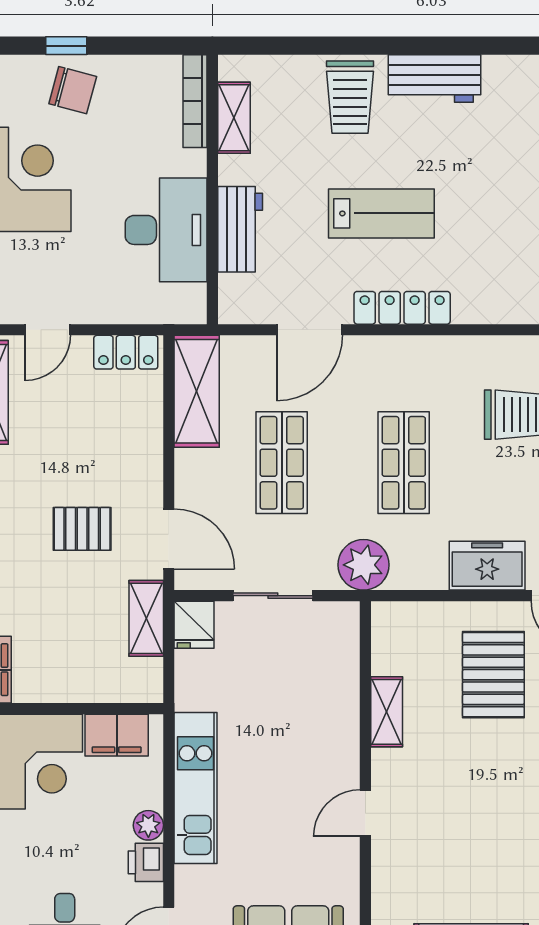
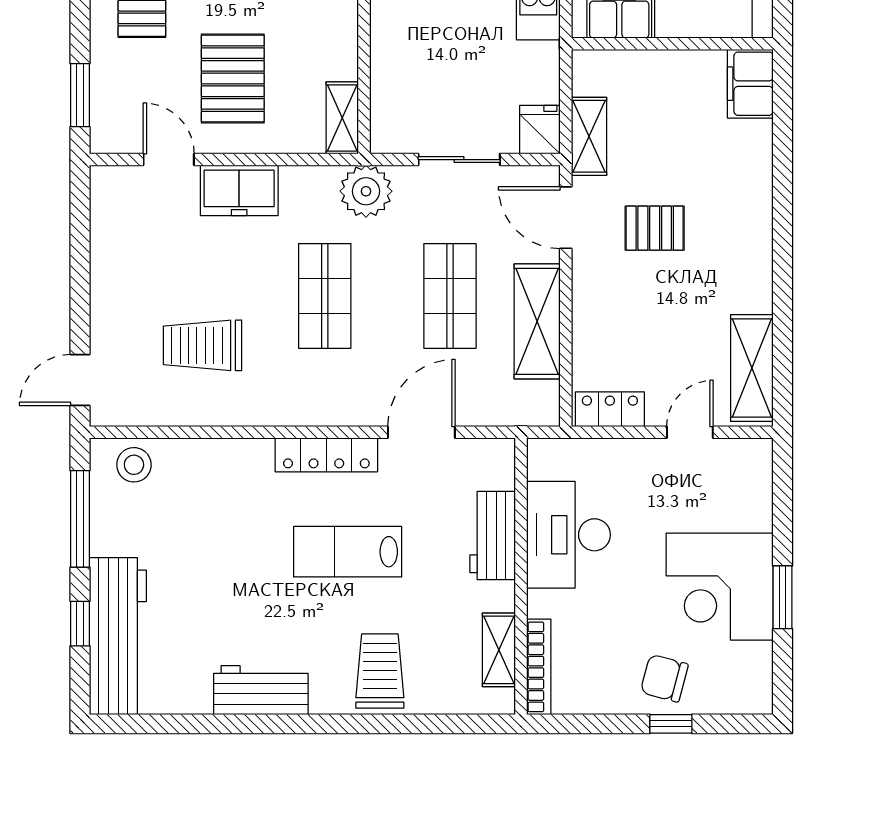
workbench: (434, 79) -> (261, 690), moved
shelving: (197, 391) -> (537, 321), moved
shelving: (387, 712) -> (342, 118), moved

